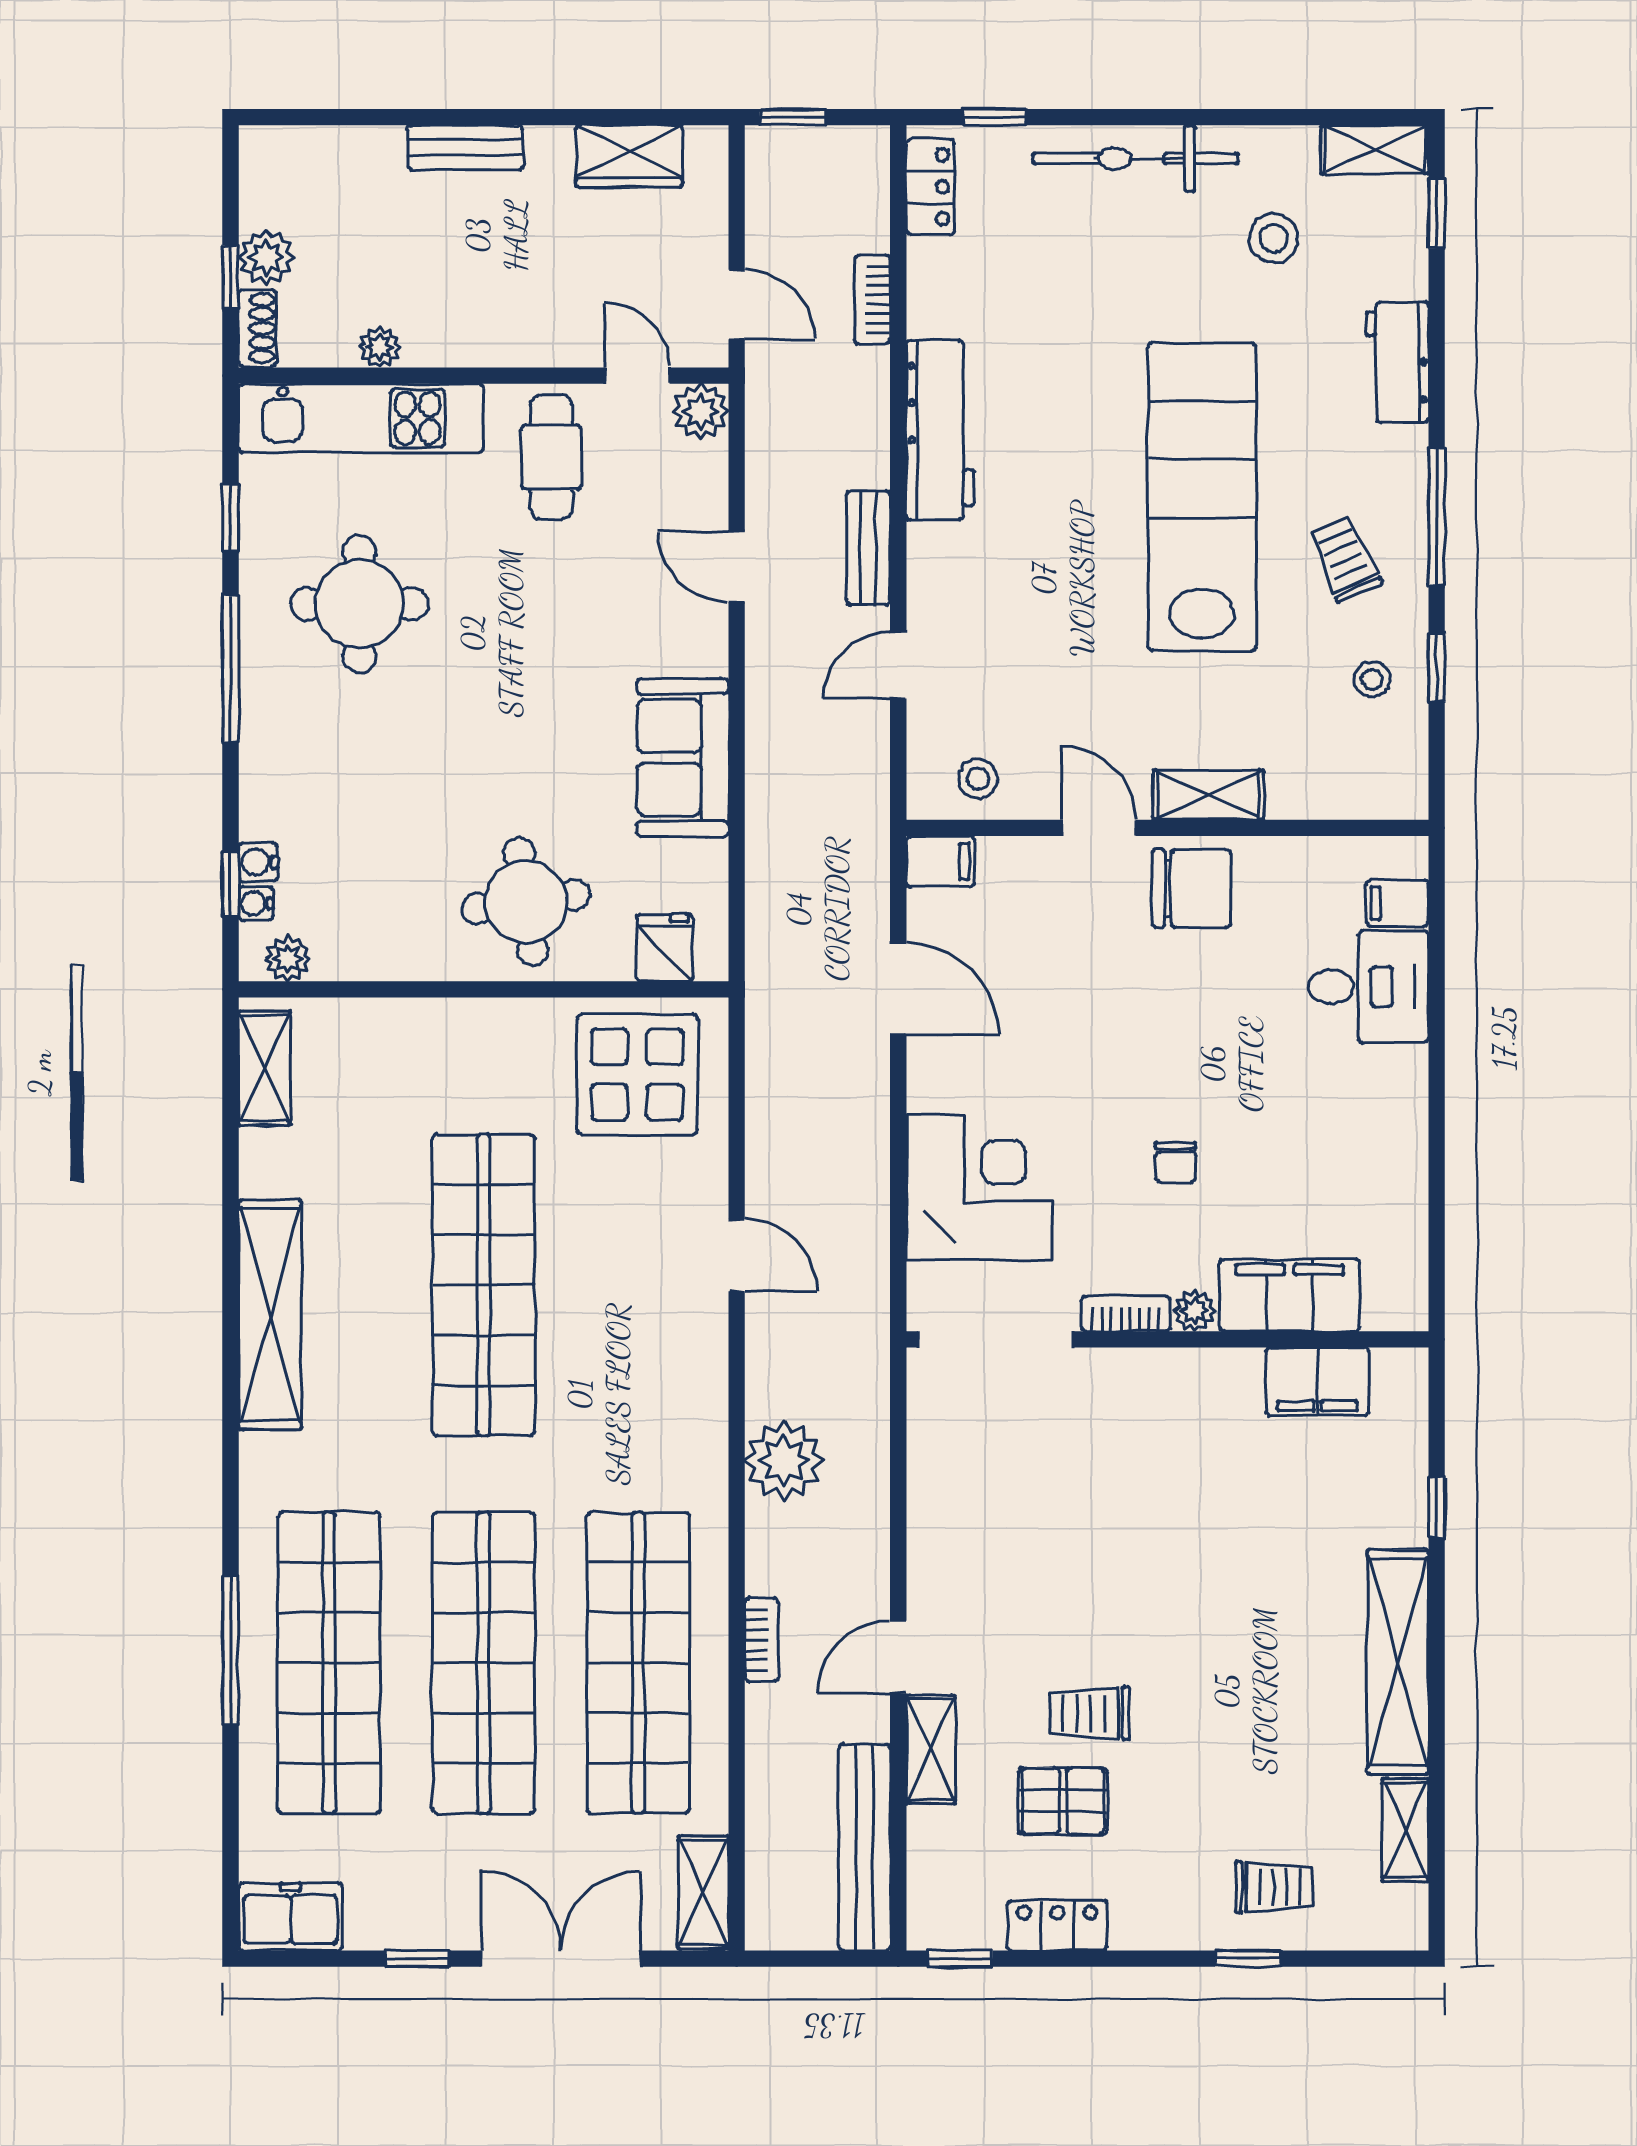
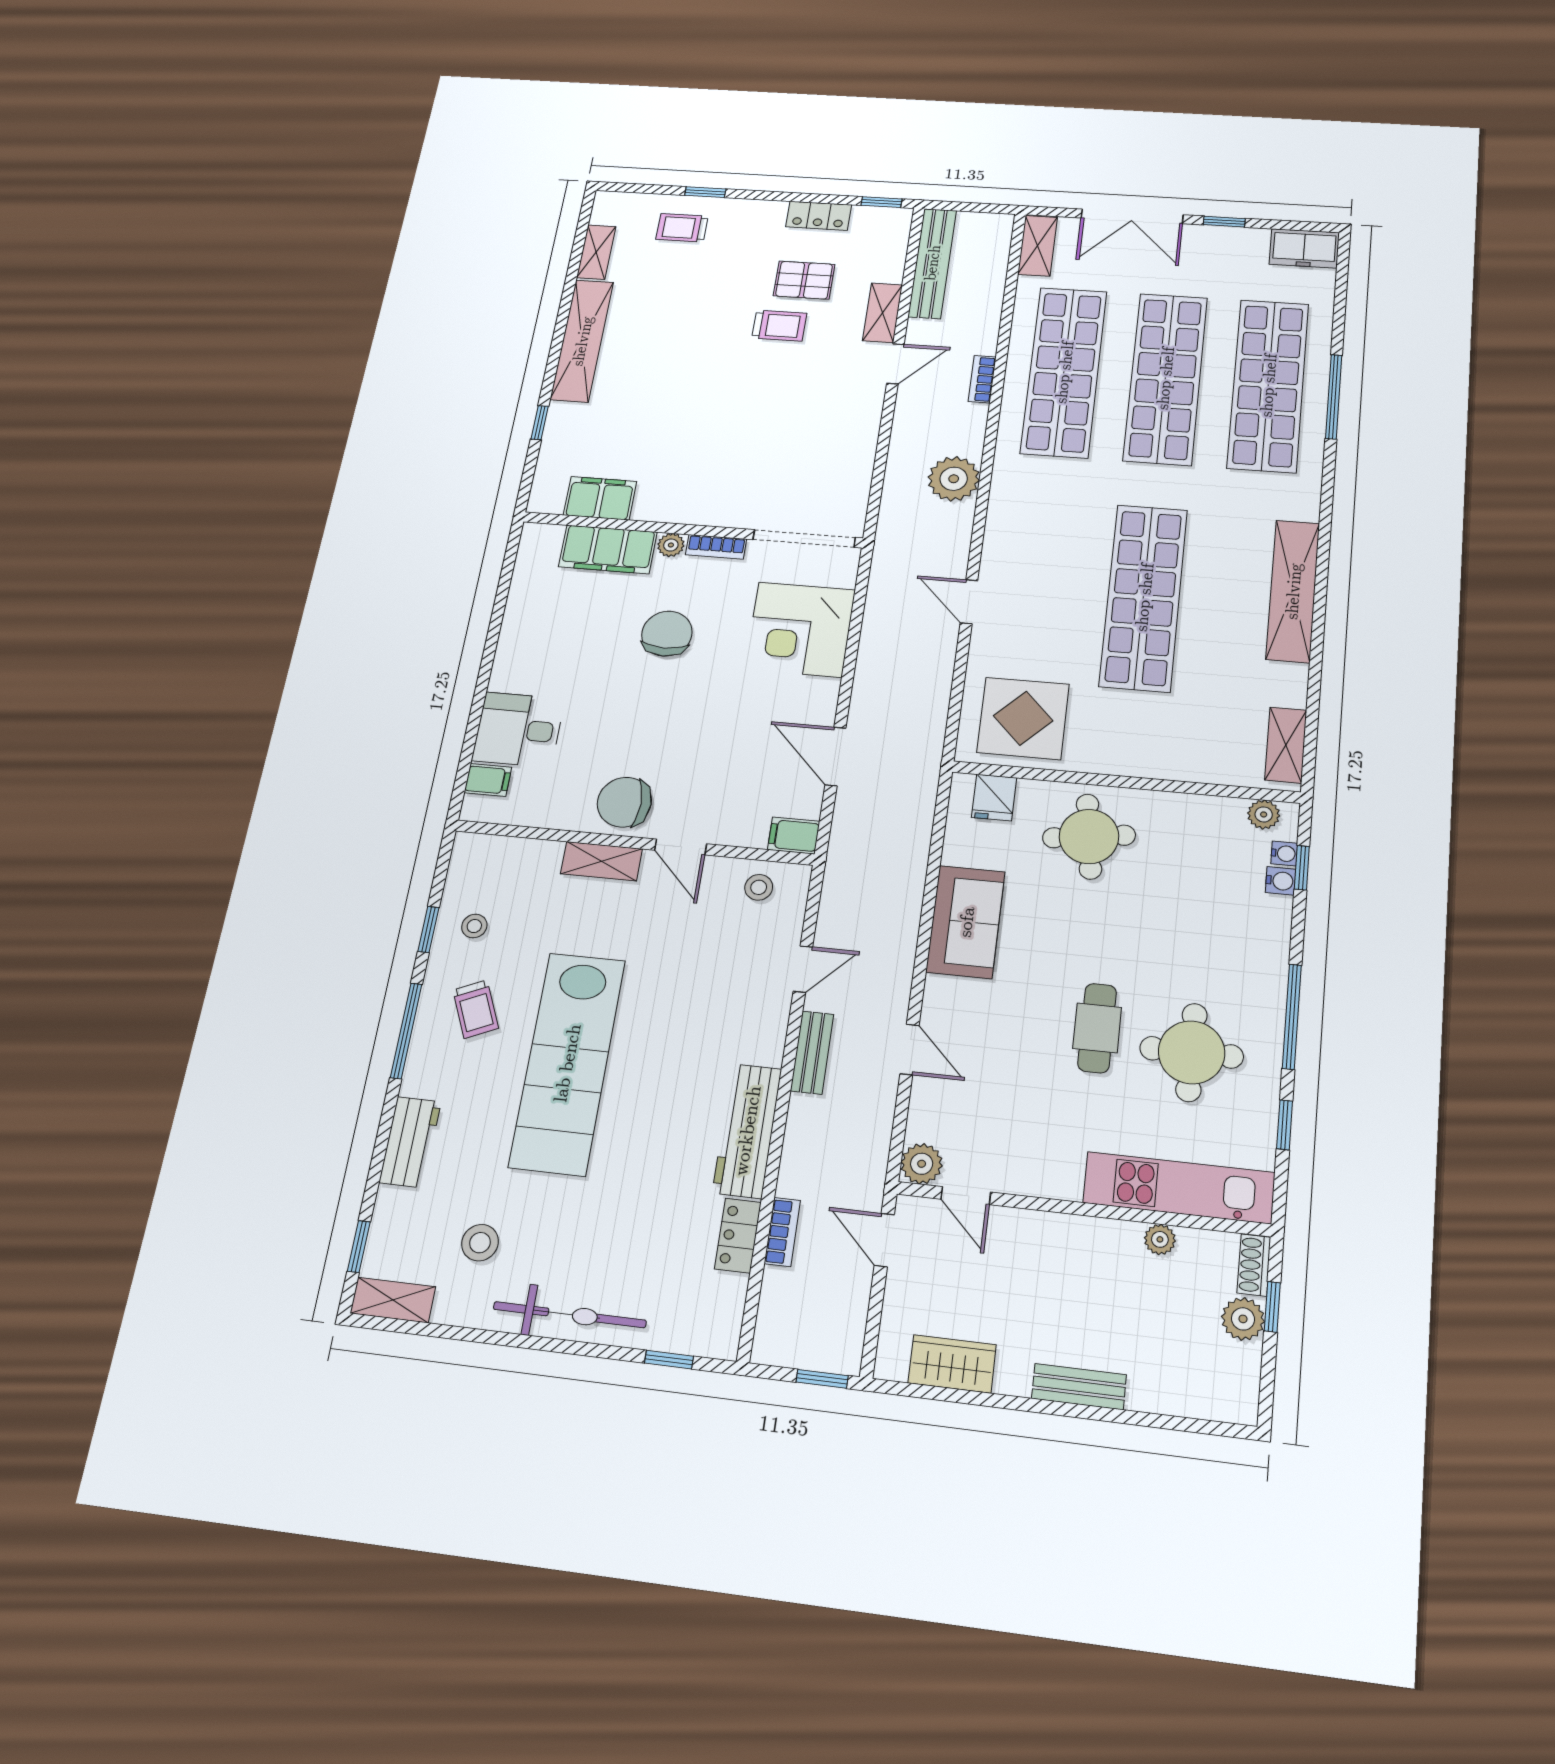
locker: (930, 187) -> (738, 1236), moved
cafe table: (551, 457) -> (1097, 1028), moved
chair: (1176, 1162) -> (667, 634), width x1.87, depth x1.87

